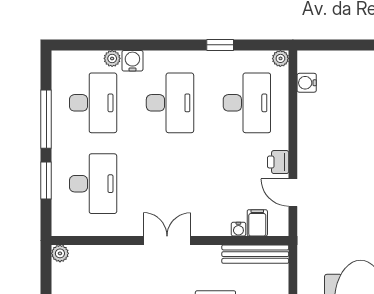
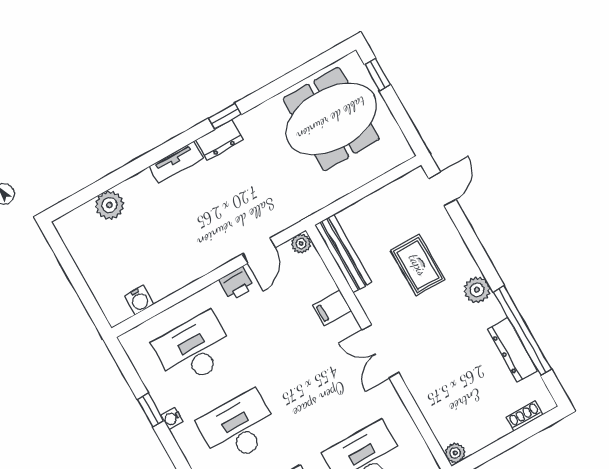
plant: (280, 58) -> (301, 244), moved
filing cabinet: (257, 223) -> (332, 308), moved
water cooler: (238, 229) -> (172, 418), moved, turned 180

